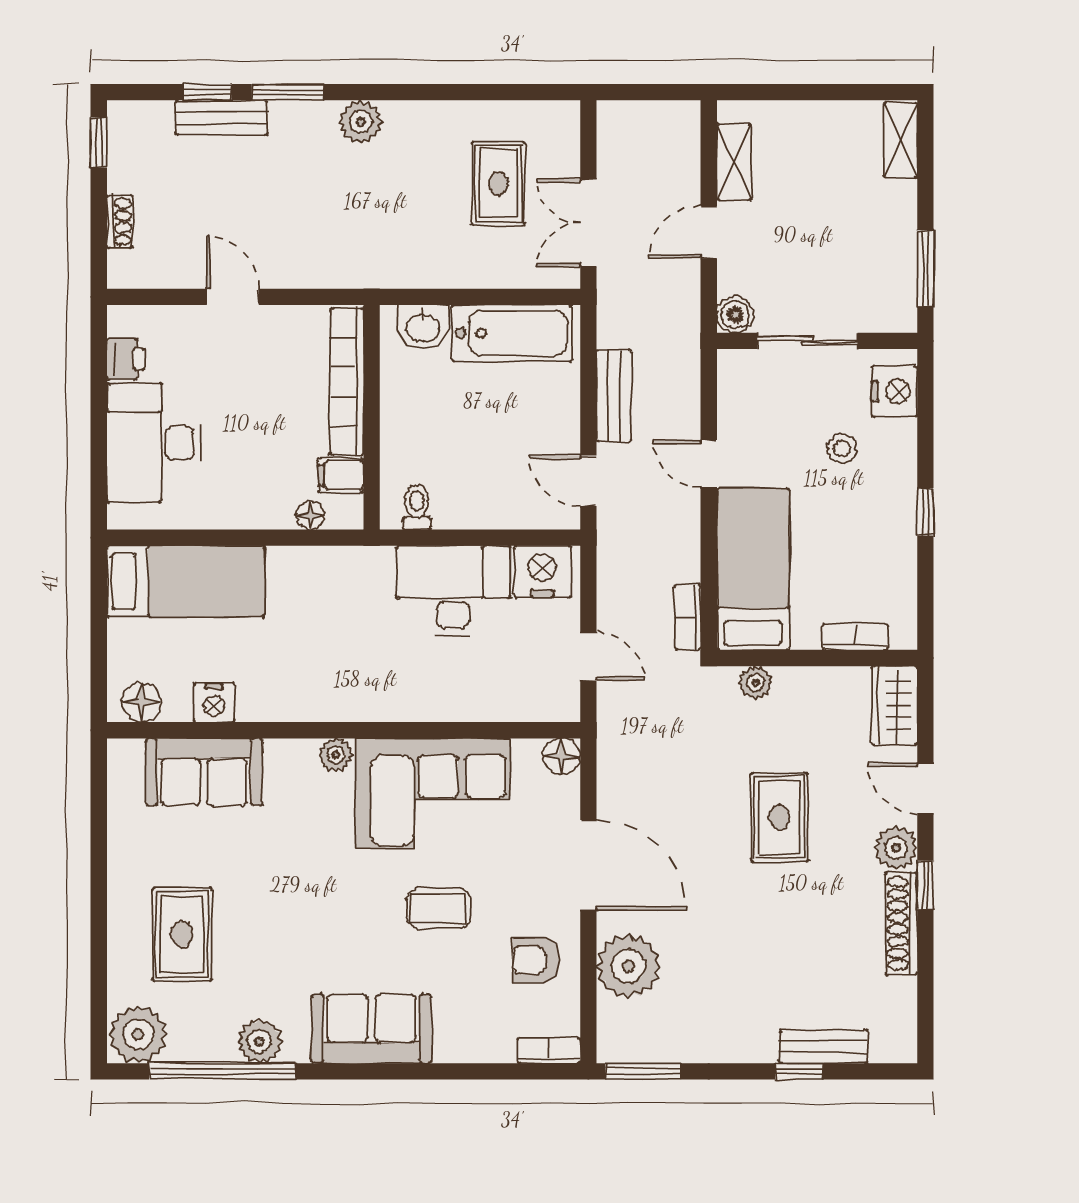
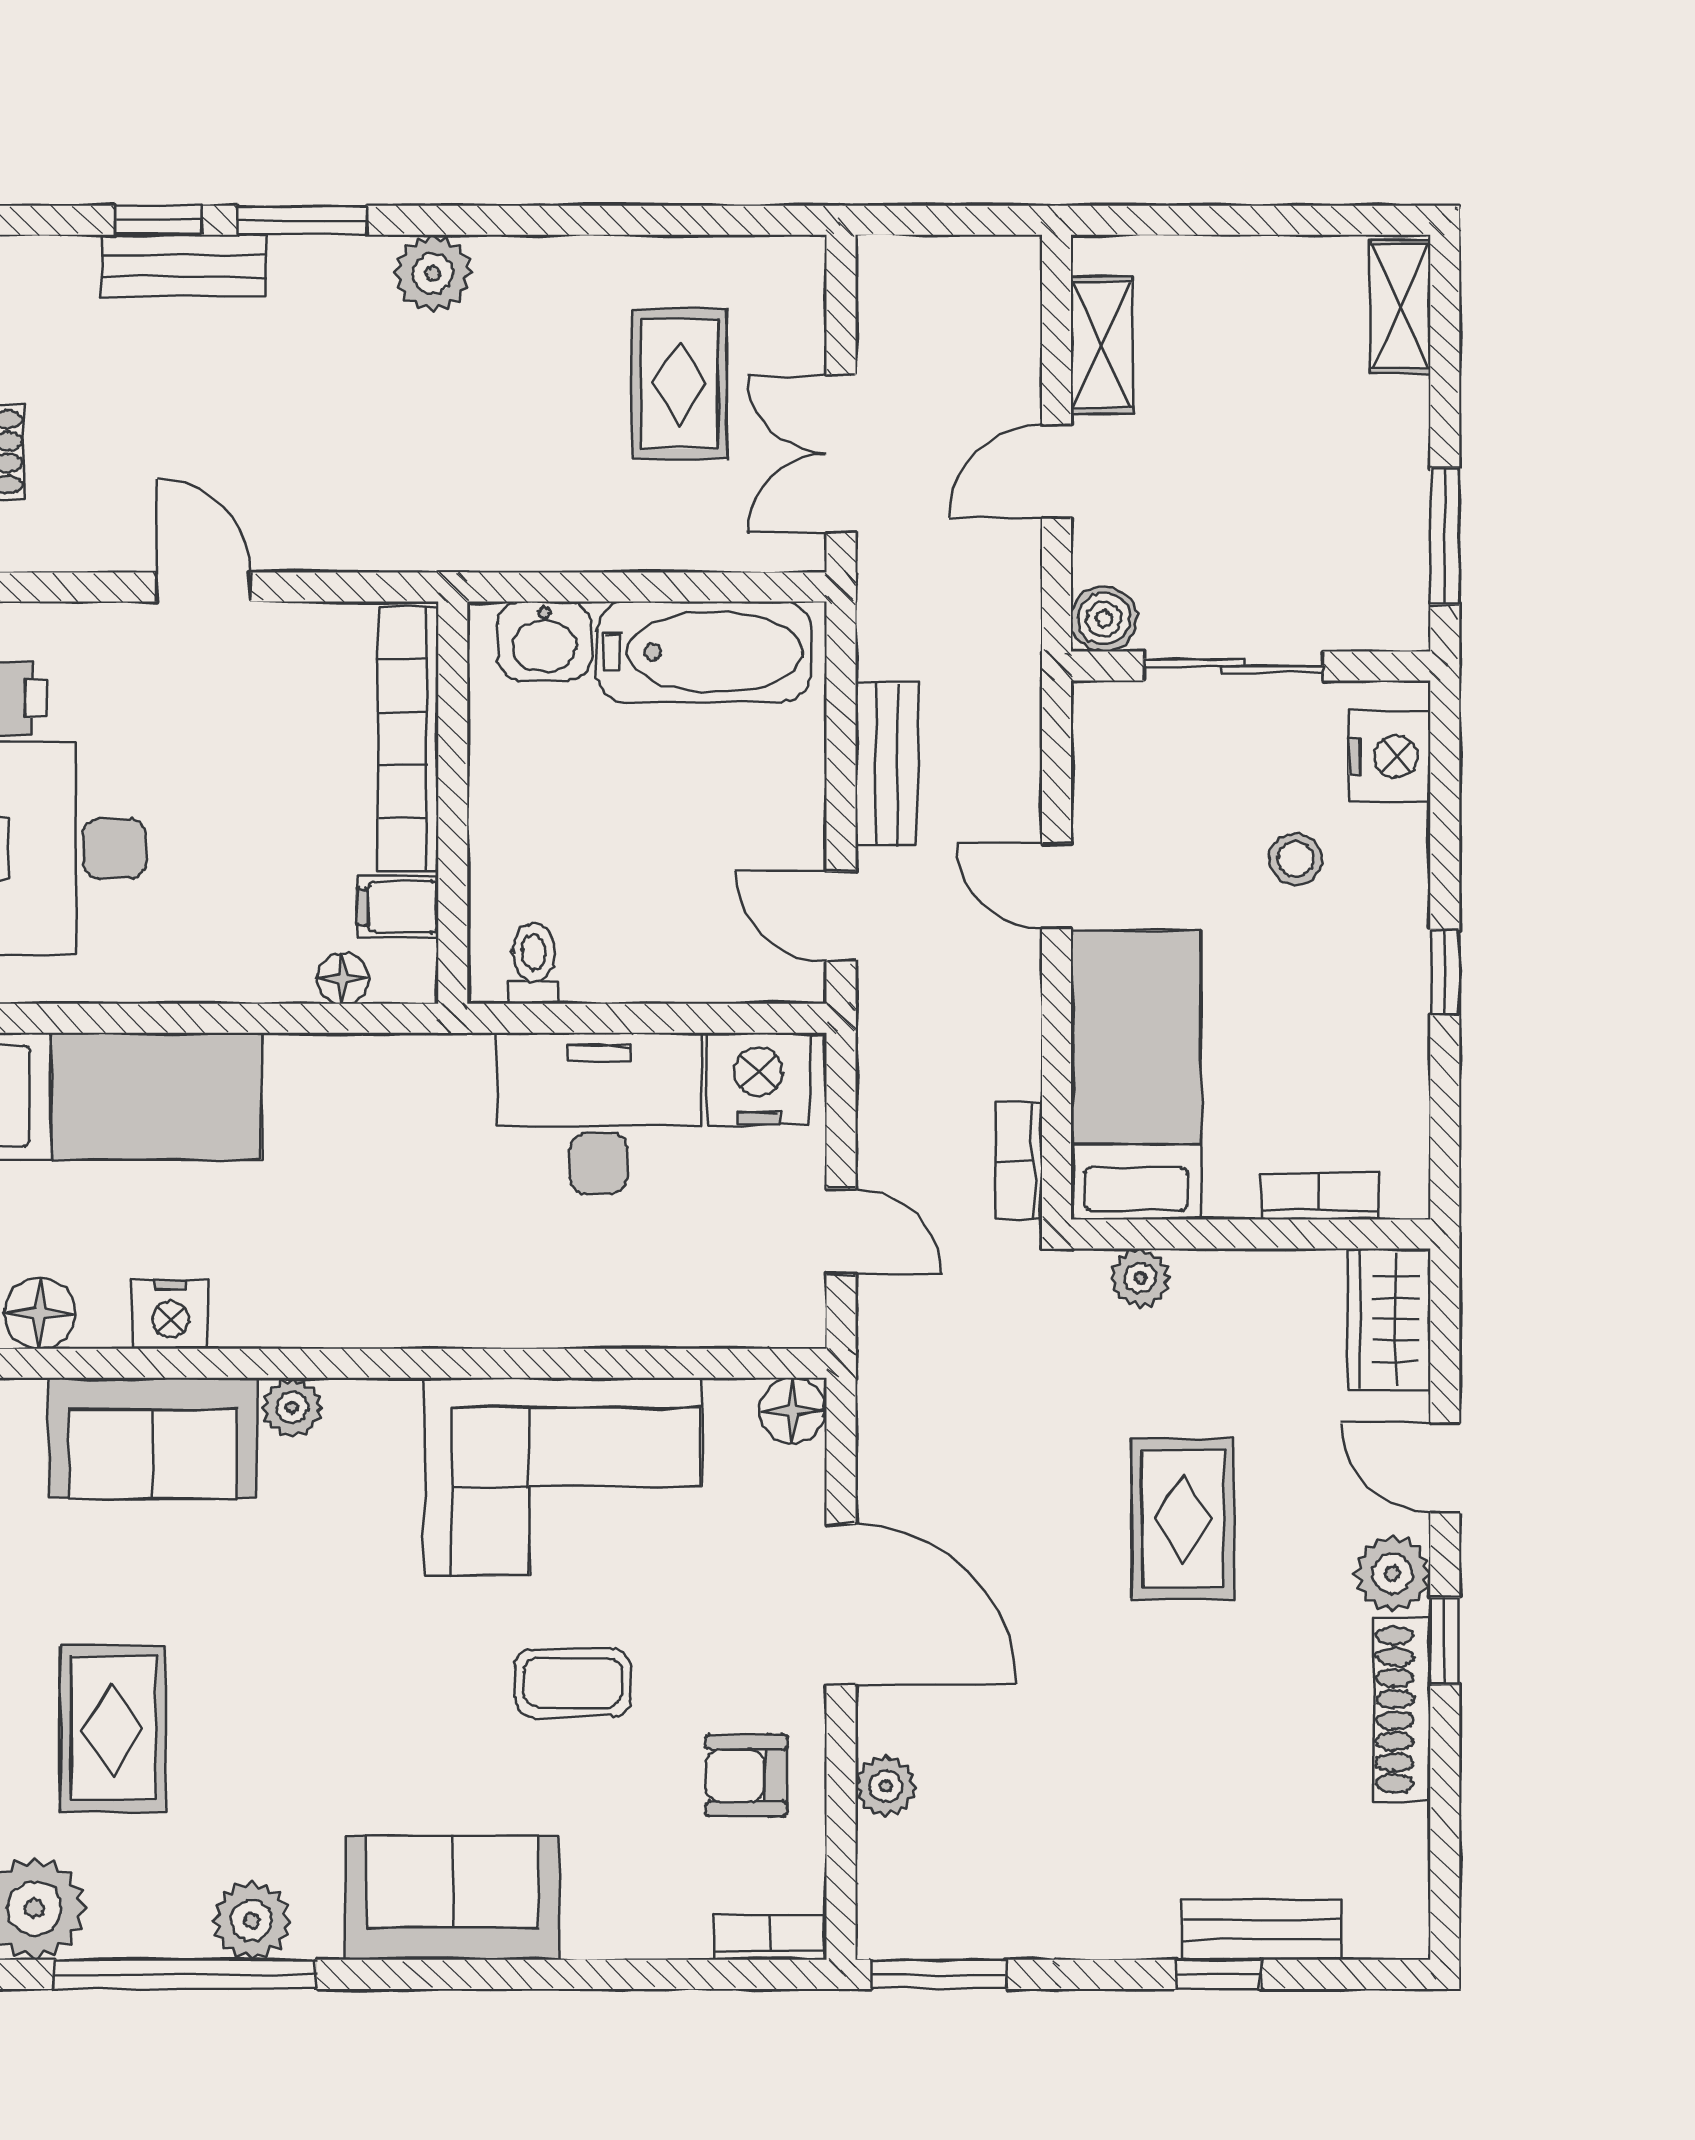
plant: (336, 755) -> (292, 1407), moved
plant: (628, 966) -> (886, 1786), width x0.53, depth x0.53

